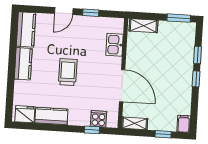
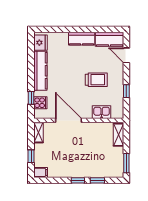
door: (64, 11) -> (126, 55), moved
trolley: (68, 72) -> (96, 80), moved
door: (122, 86) -> (69, 120), swing flipped
kitchen counter: (51, 116) -> (40, 71), width x1.50

